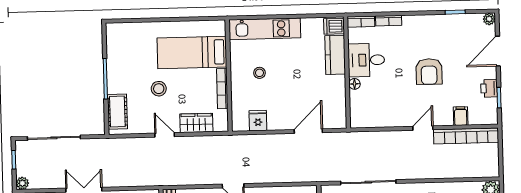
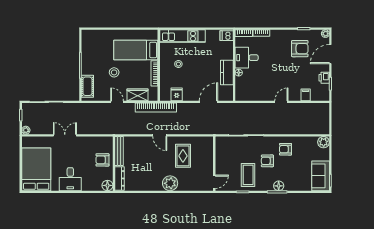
kitchen counter: (335, 55) -> (227, 72), moved
armchair: (429, 72) -> (300, 49), moved, turned -90
bookcase: (466, 136) -> (156, 108), moved

